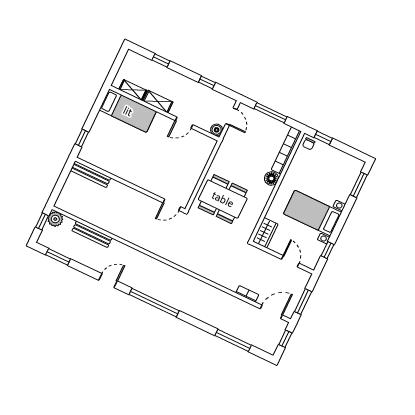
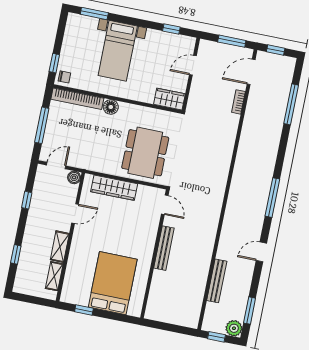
bed: (128, 111) -> (113, 283), moved, width x1.50
door: (184, 123) -> (75, 214), hinge flipped
window: (82, 138) -> (84, 310), moved
wardrobe: (198, 163) -> (114, 188), added
bench: (91, 174) -> (164, 248), moved
bed with nightstands: (313, 213) -> (118, 51), moved
plant: (55, 219) -> (234, 328), moved
door: (108, 281) -> (261, 252), hinge flipped
window: (154, 303) -> (272, 198), width x0.68
door: (271, 312) -> (251, 72), hinge flipped

